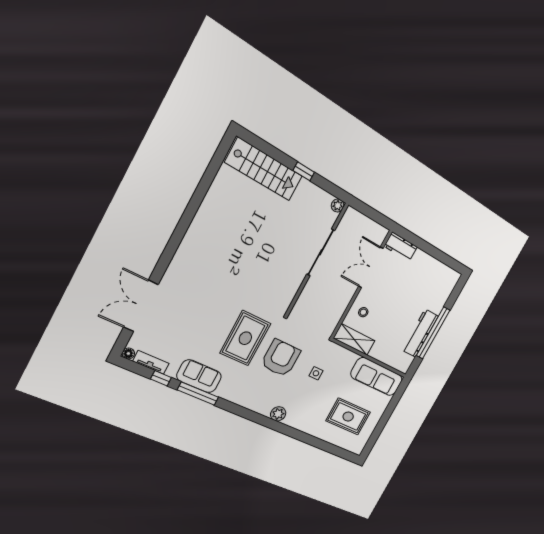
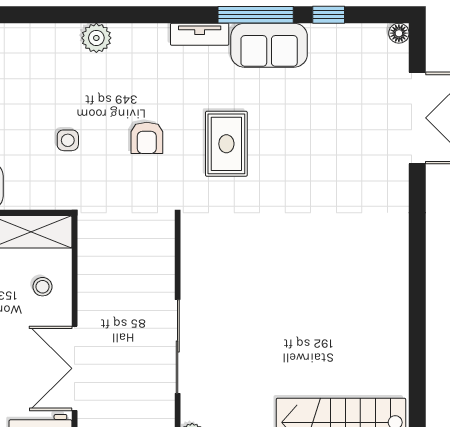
double door: (371, 267) -> (75, 368), swing flipped
rug: (245, 338) -> (226, 144), width x0.73, depth x0.70
armchair: (281, 358) -> (147, 138), width x0.53, depth x0.53
tv unit: (151, 362) -> (200, 34), moved

